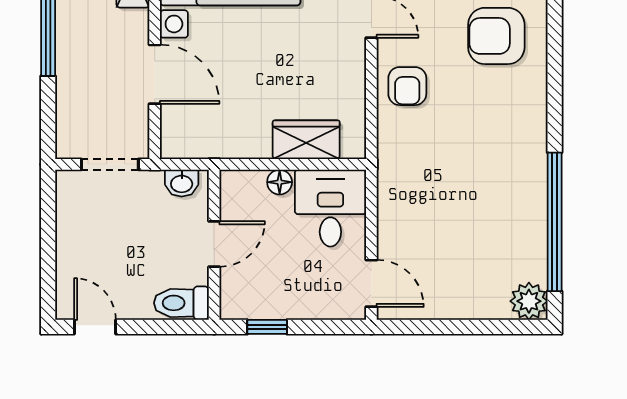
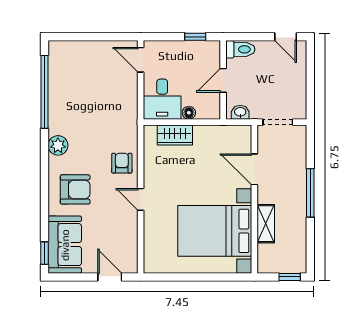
plant: (529, 301) -> (58, 145), moved

